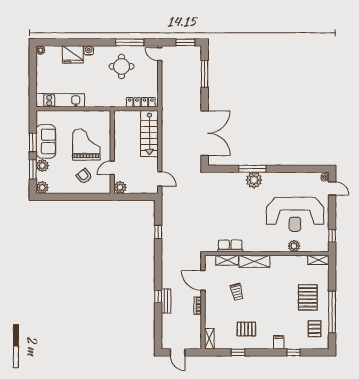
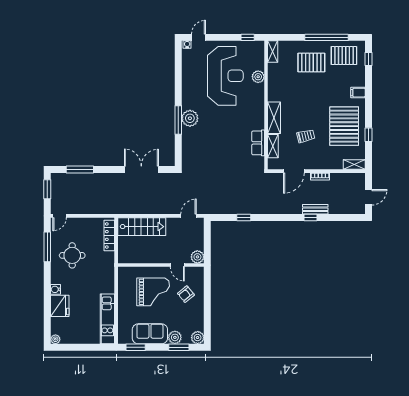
double door: (205, 133) -> (141, 169), width x0.73
window: (33, 142) -> (136, 347), moved
grand piano: (86, 145) -> (153, 292), turned 180
pallet: (246, 329) -> (344, 126), width x2.05, depth x2.00
pallet: (315, 329) -> (344, 56), width x1.50, depth x1.42
window: (293, 352) -> (368, 59), moved

